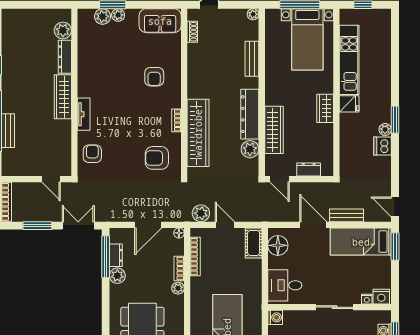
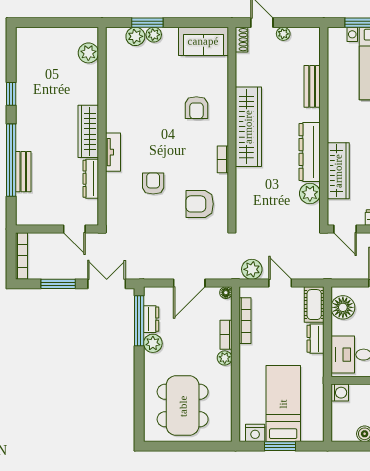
plant: (253, 14) -> (283, 34), moved
shoe rack: (192, 32) -> (242, 40), moved
dresser: (65, 57) -> (91, 179), moved
wardrobe: (198, 133) -> (248, 127), moved
armchair: (92, 154) -> (153, 184), moved
dresser: (255, 272) -> (315, 339), added

